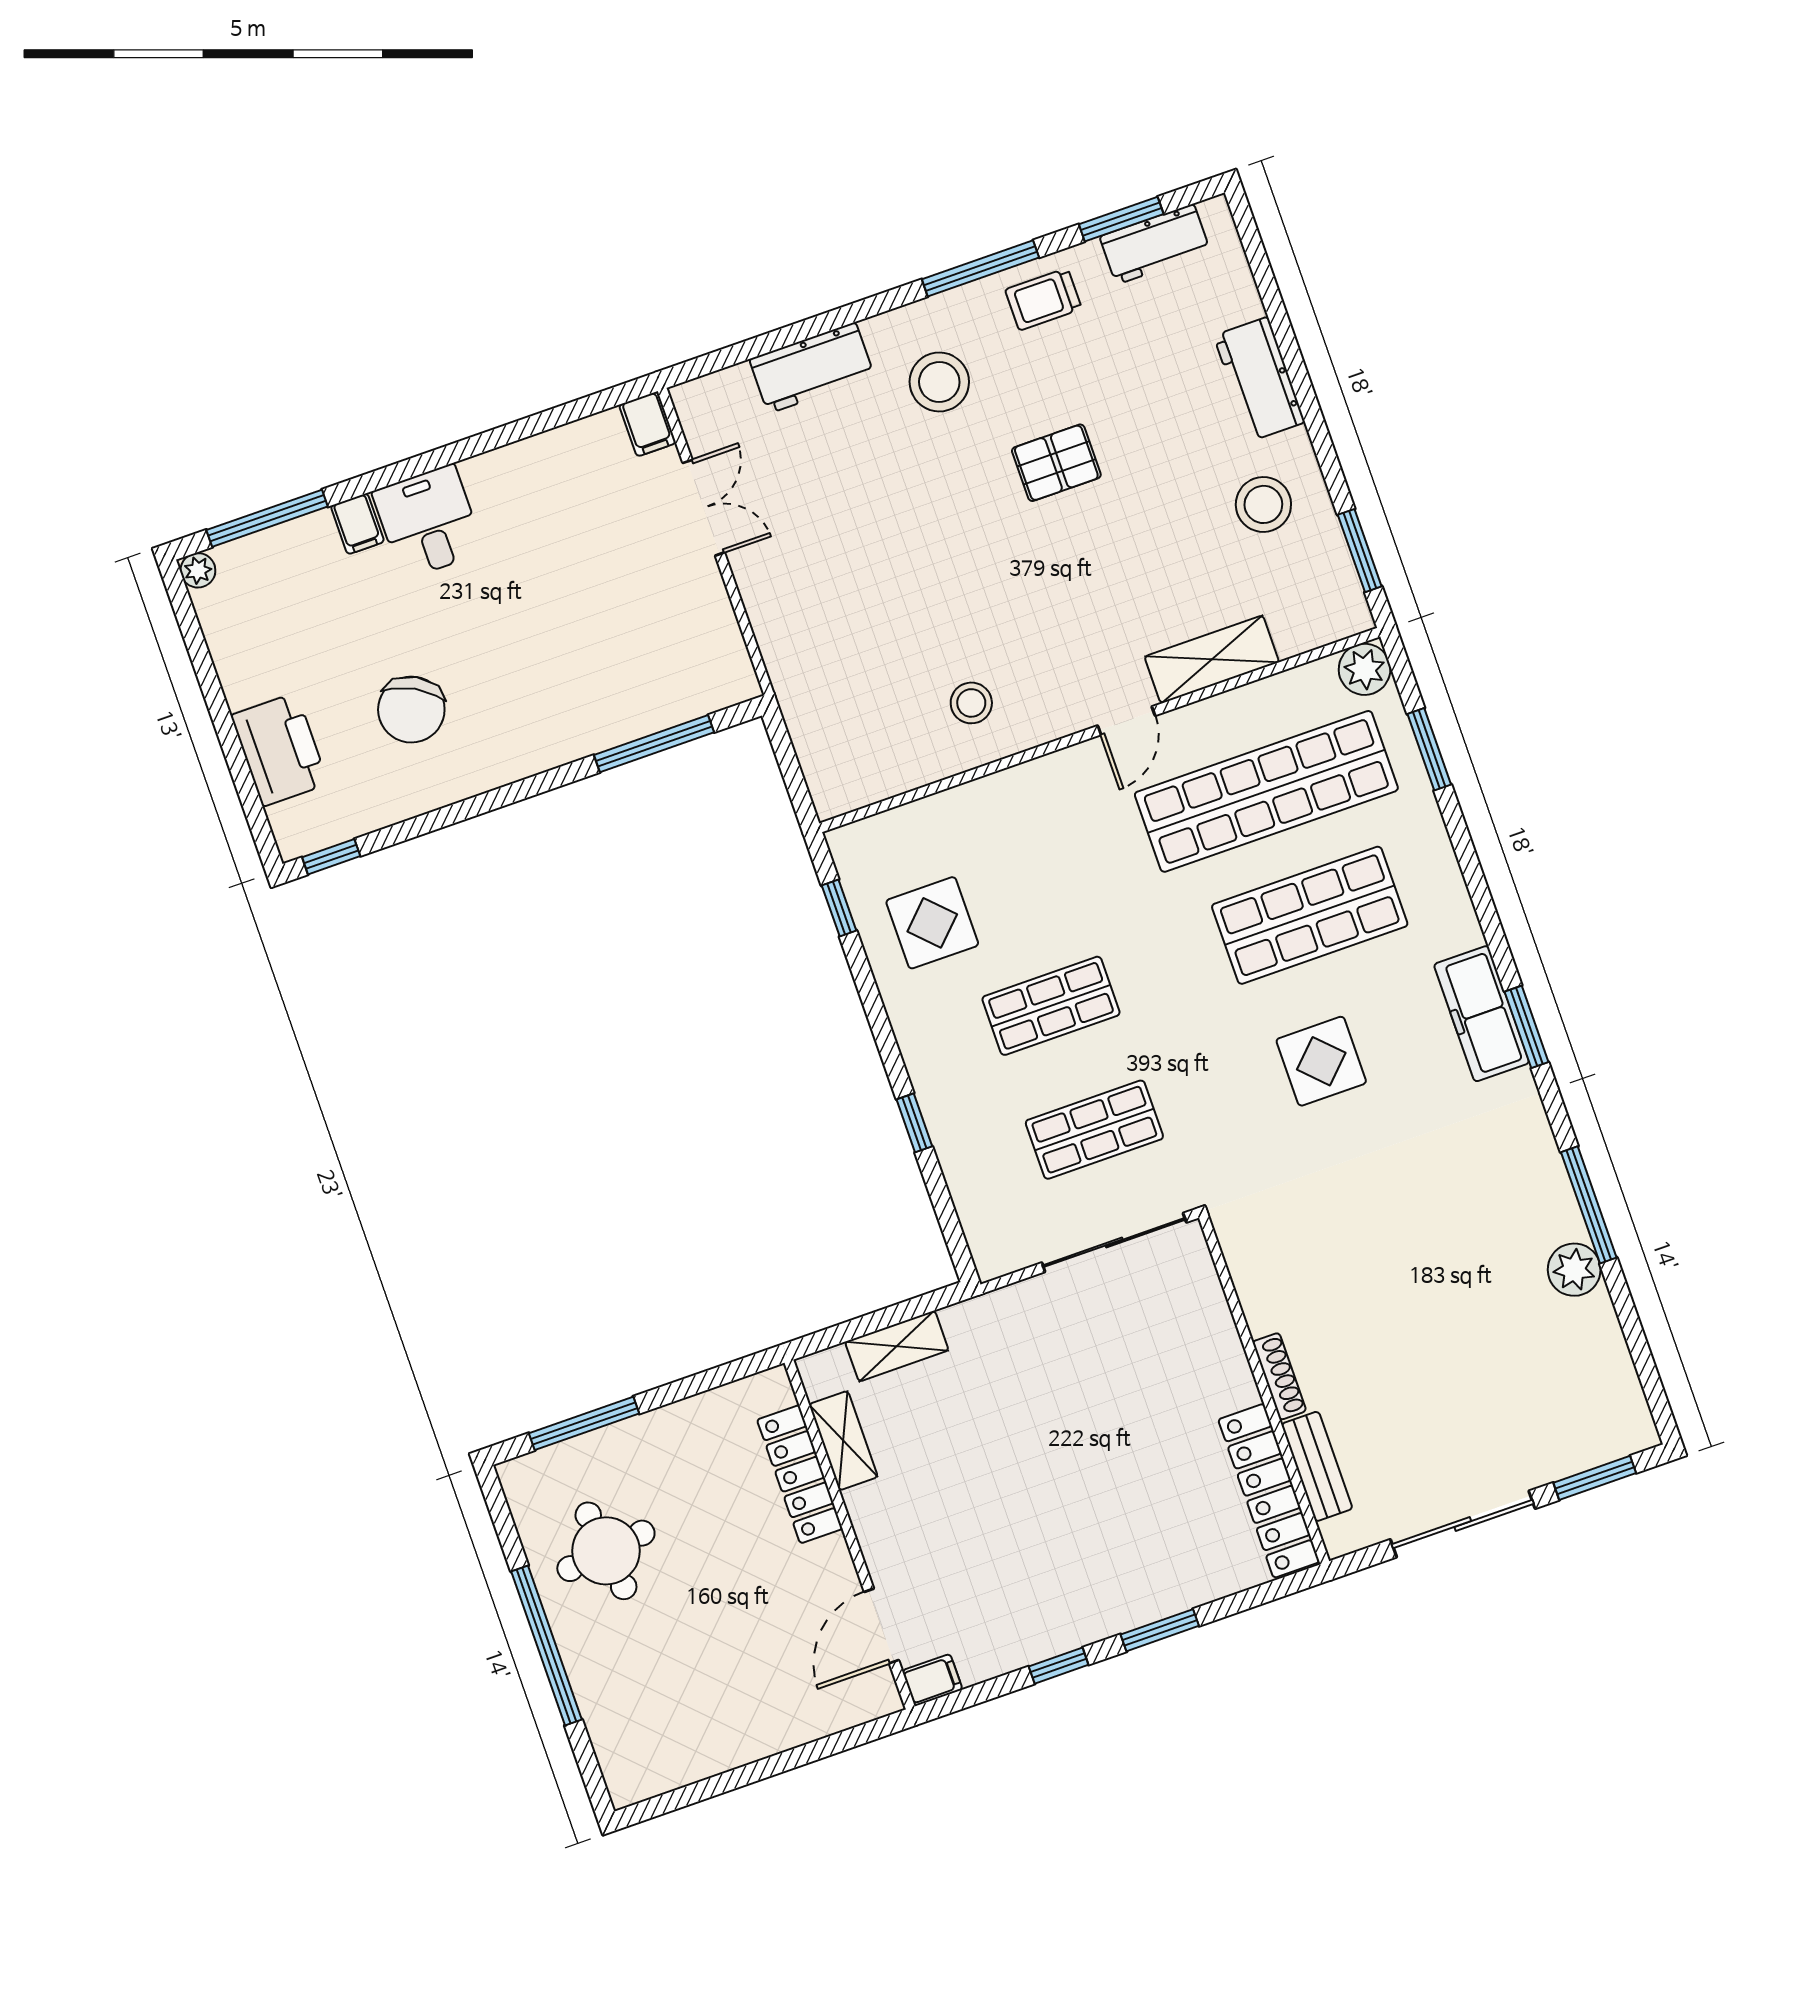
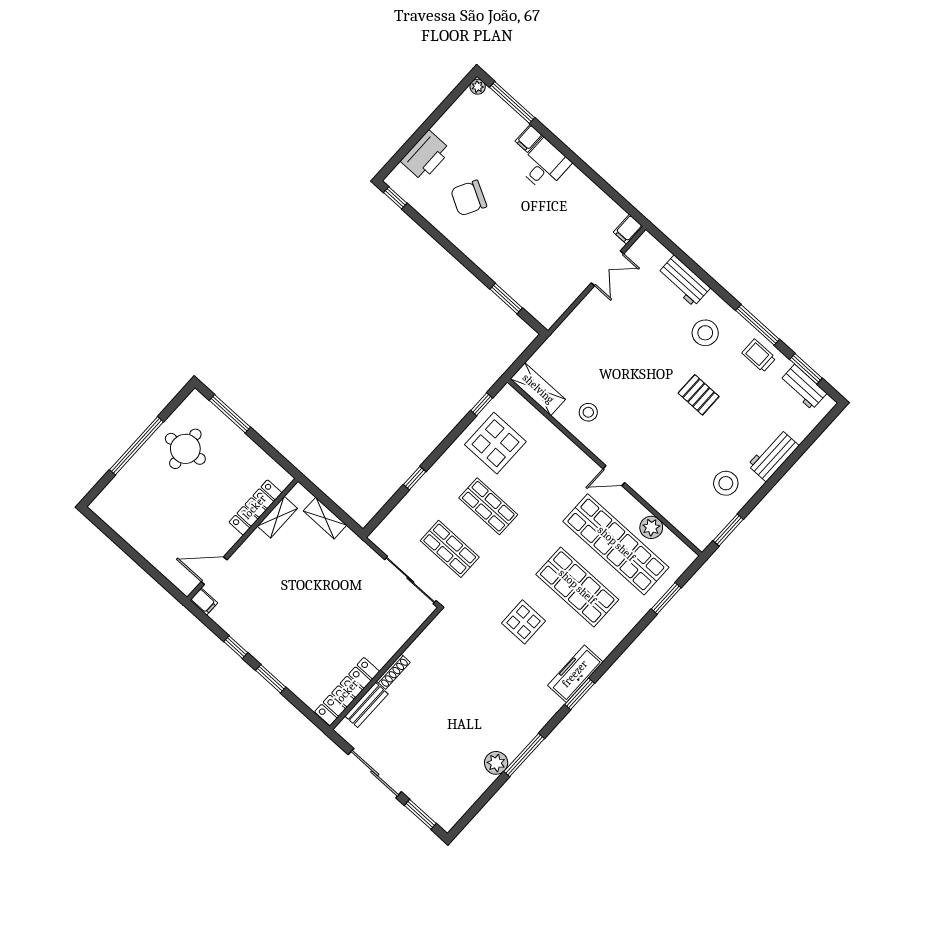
shelving: (1212, 659) -> (538, 389), moved
plant: (1365, 669) -> (651, 527), moved
window: (654, 744) -> (506, 299), width x0.69
display table: (932, 923) -> (495, 443), width x1.36, depth x1.36

